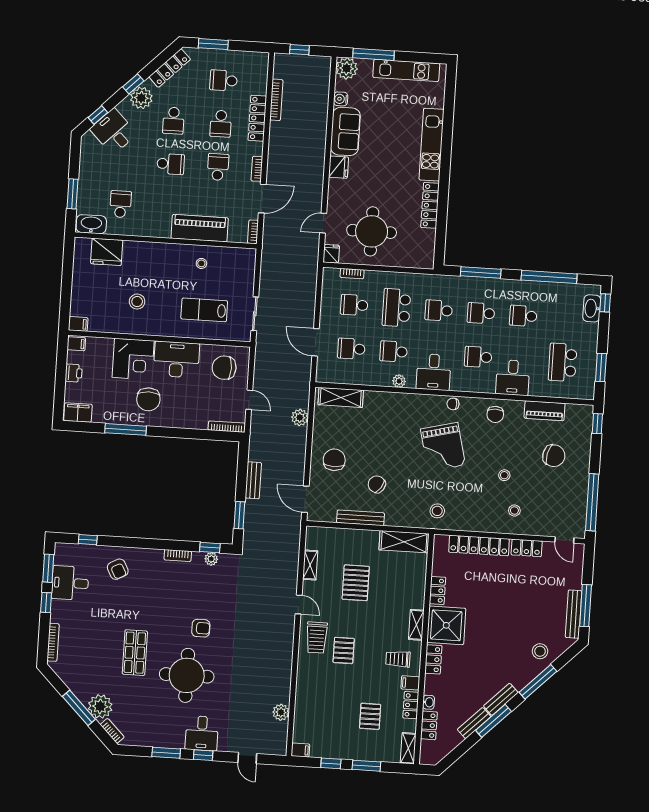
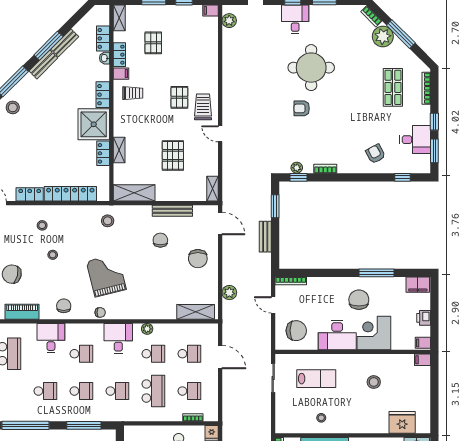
chair: (377, 484) -> (160, 240), turned -124
shelving: (310, 565) -> (212, 189), moved
shelving: (416, 625) -> (119, 150), moved
shop shelf: (135, 653) -> (393, 87), moved
plant: (281, 712) -> (229, 21), moved

